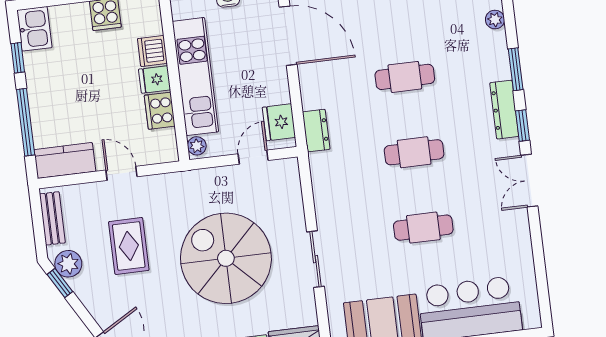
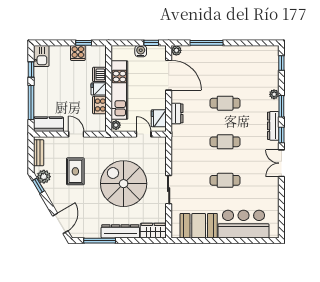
plant: (495, 20) -> (274, 94), moved
dresser: (316, 131) -> (177, 113), moved
door: (253, 157) -> (144, 134), hinge flipped

